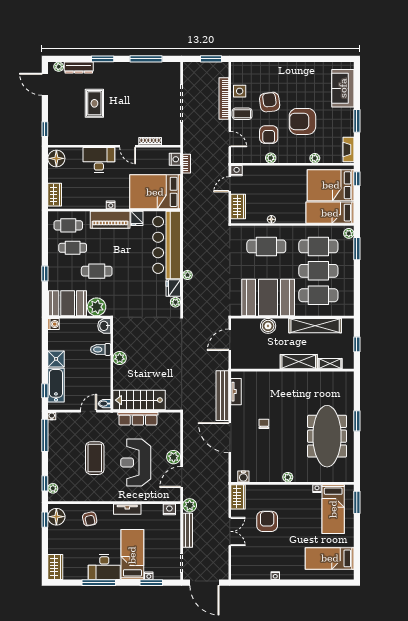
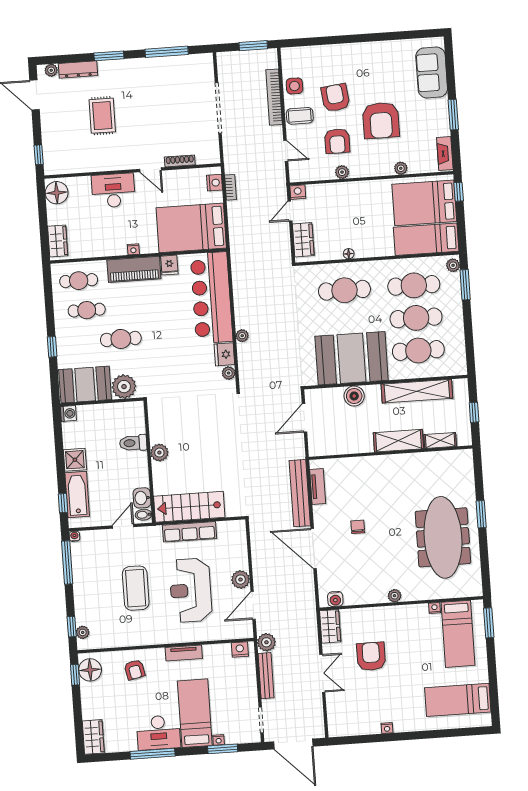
armchair: (302, 121) -> (381, 120), turned -90
washbasin: (104, 326) -> (142, 498), moved

